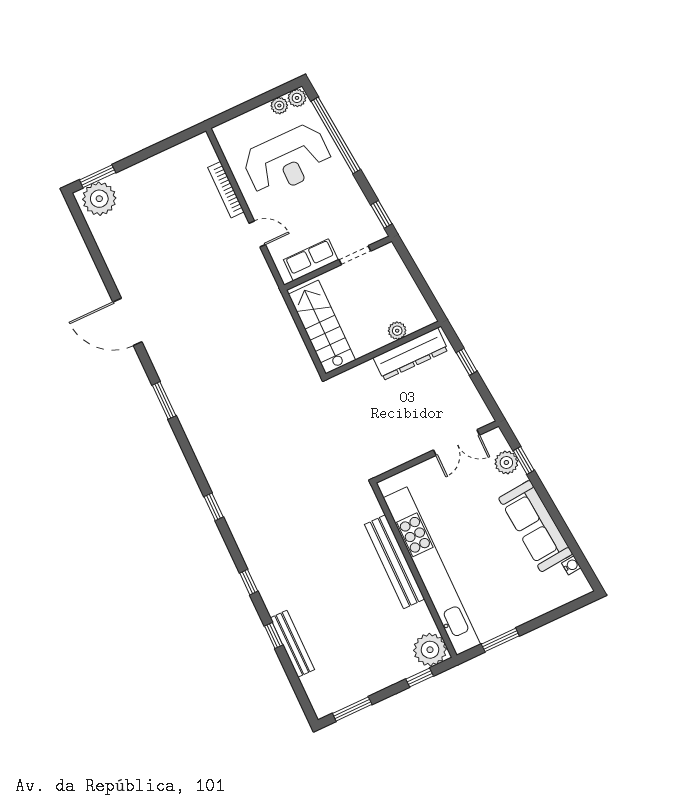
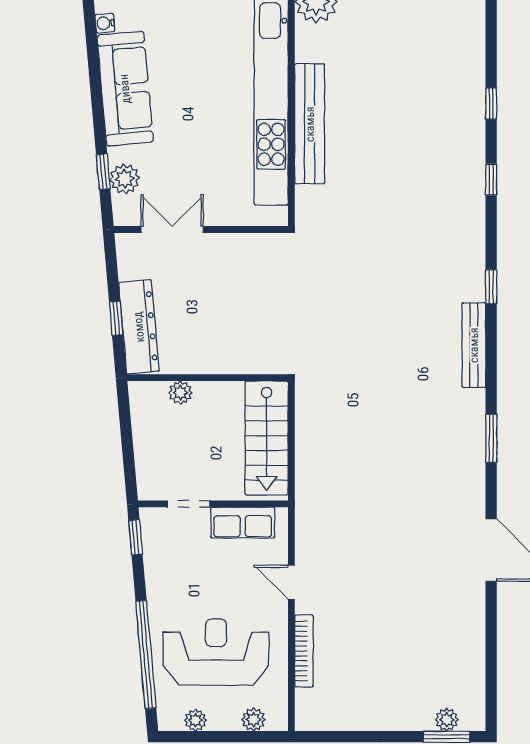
plant: (297, 98) -> (253, 720), moved
plant: (99, 199) -> (447, 720), width x0.53, depth x0.53
dresser: (411, 354) -> (139, 327), moved, turned 85
bench: (292, 644) -> (474, 345), moved

